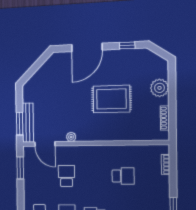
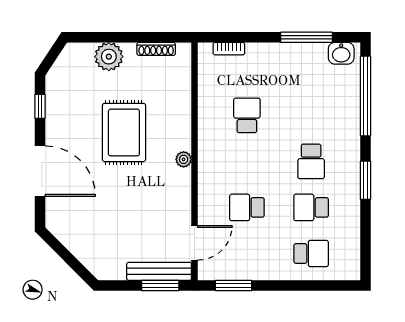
plant: (71, 137) -> (184, 159), moved

